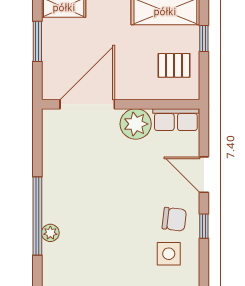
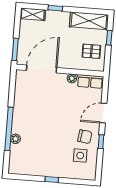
window: (37, 41) -> (15, 49), moved
plant: (136, 124) -> (72, 78), width x0.53, depth x0.53
door: (204, 175) -> (103, 113), hinge flipped

